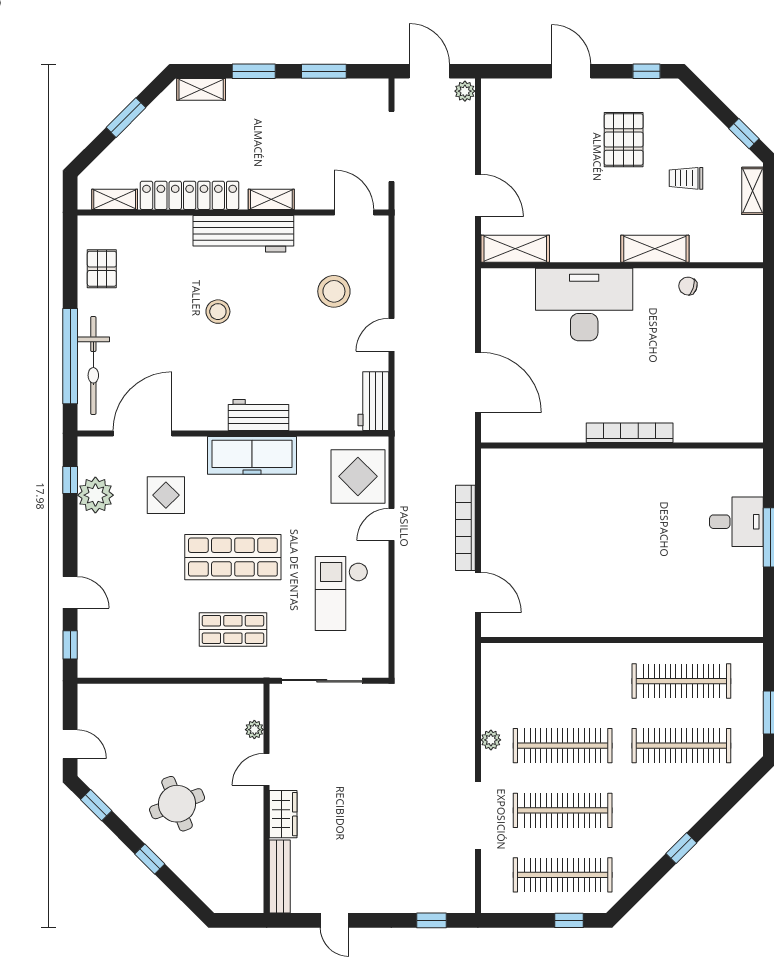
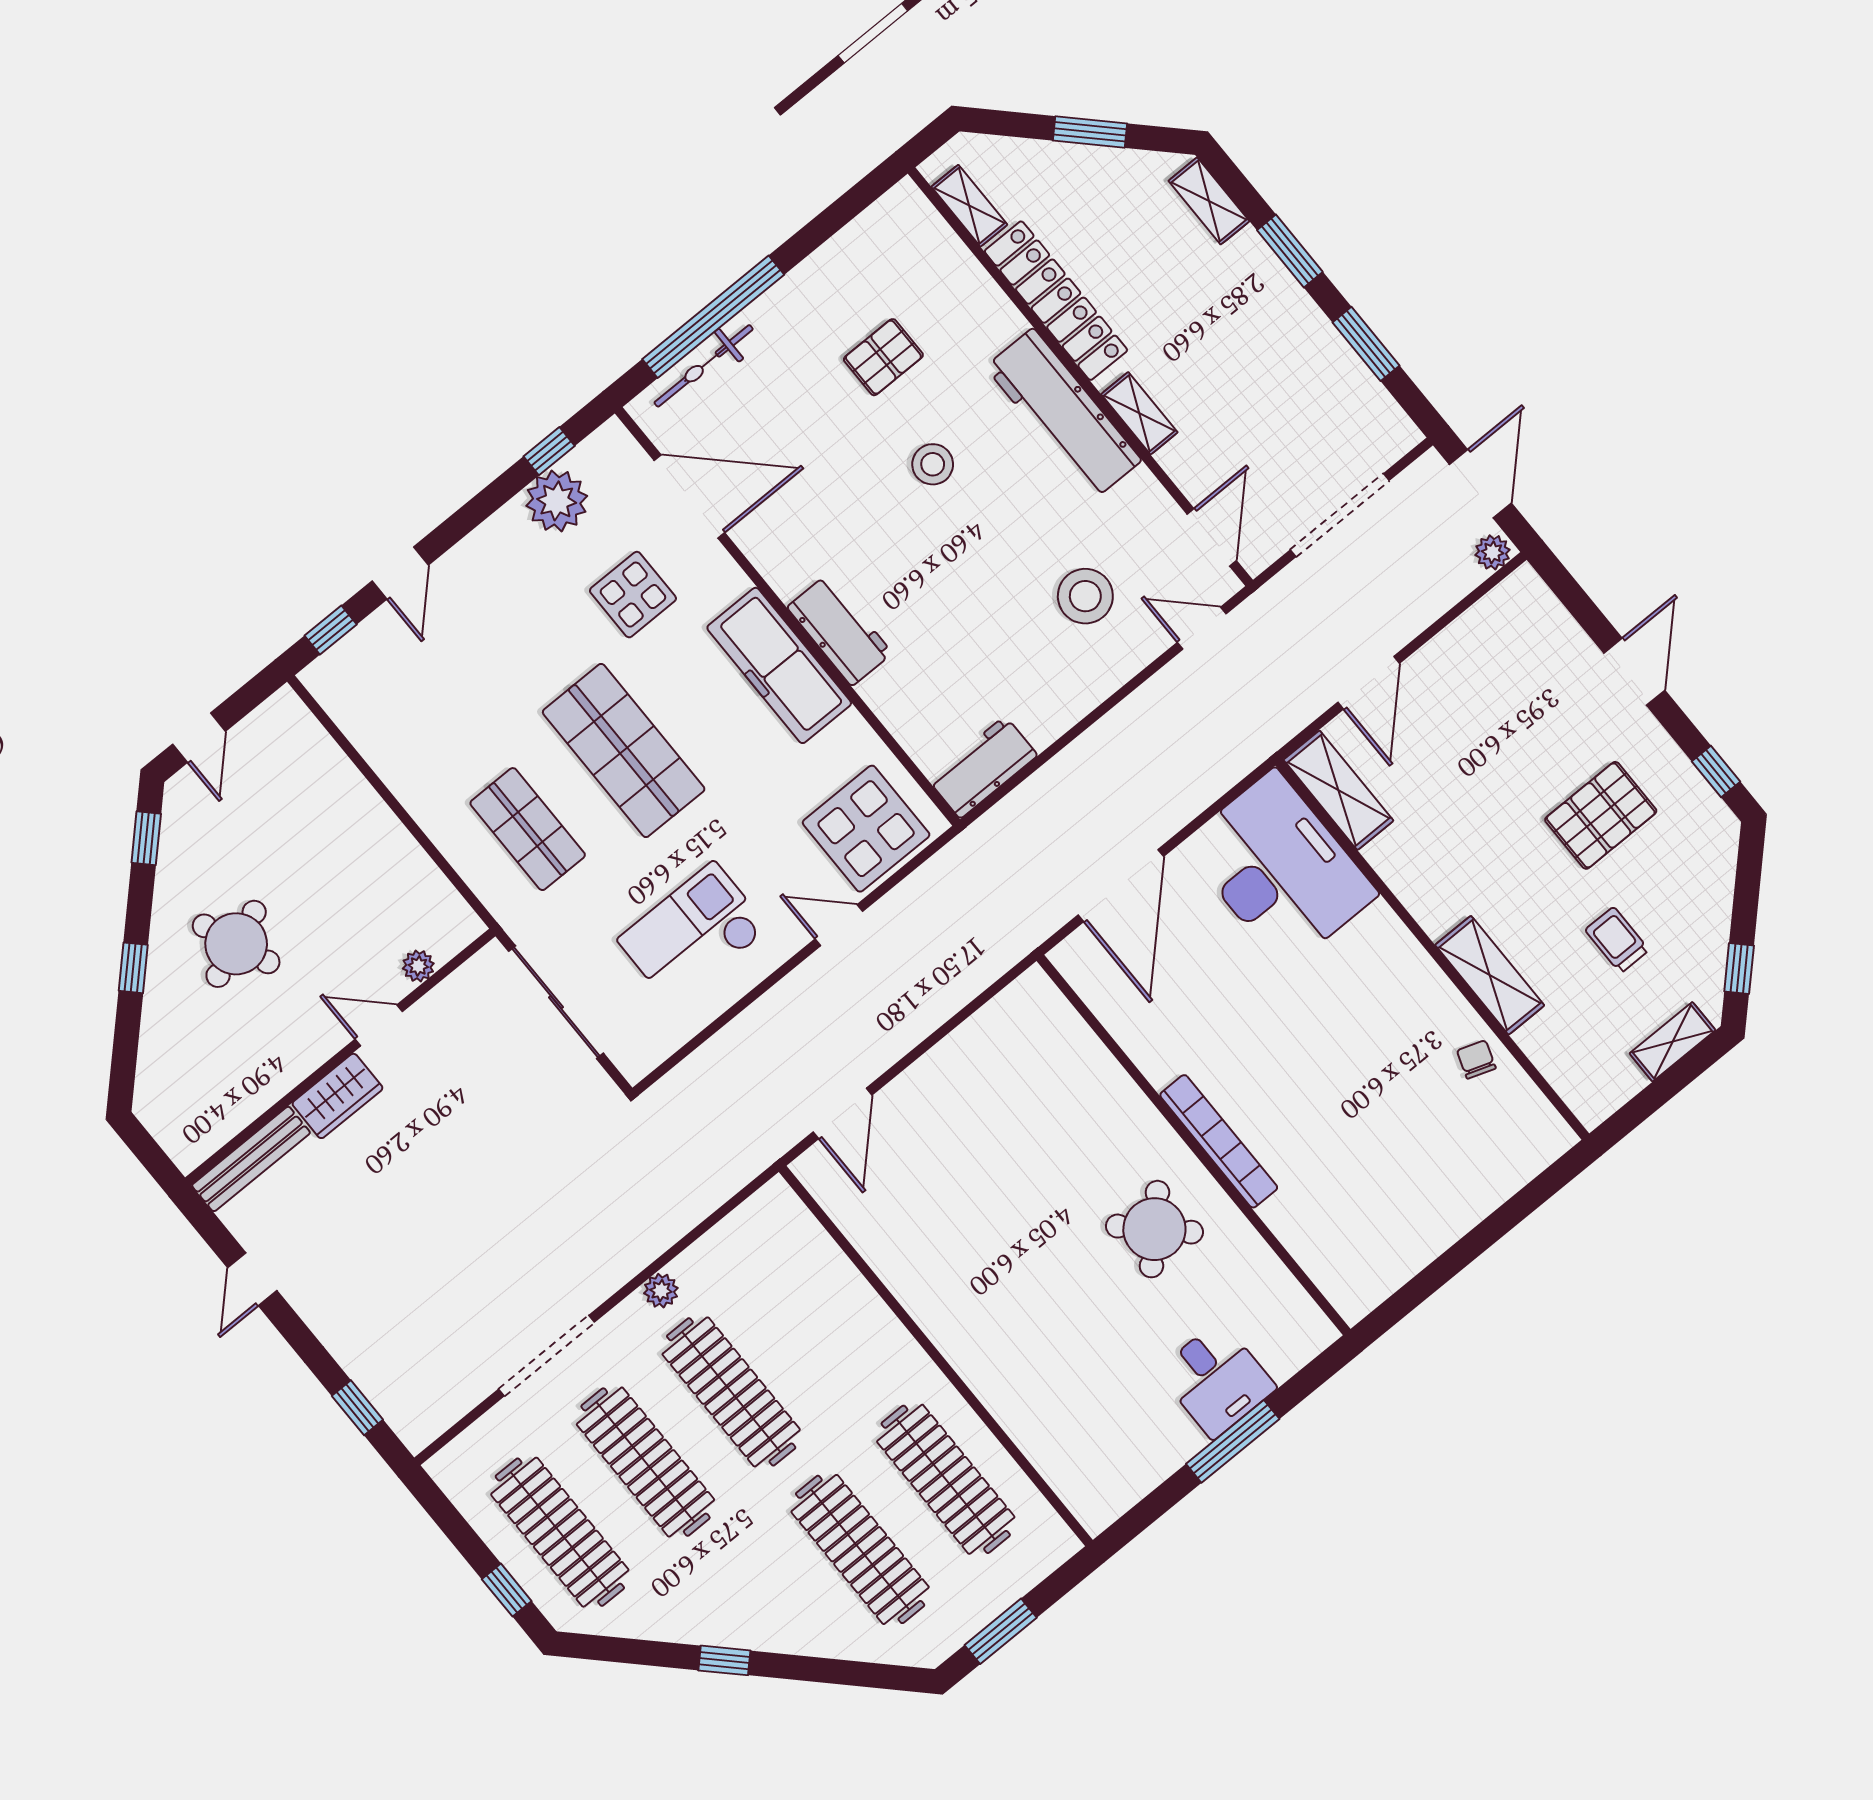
pallet: (102, 269) -> (883, 357), moved
desk: (584, 305) -> (1280, 869), moved
door: (391, 335) -> (1202, 628), moved
bicycle: (93, 365) -> (704, 366), width x0.73, depth x0.71
round table: (646, 494) -> (1154, 1229), added
bookcase: (465, 528) -> (914, 1027), removed

